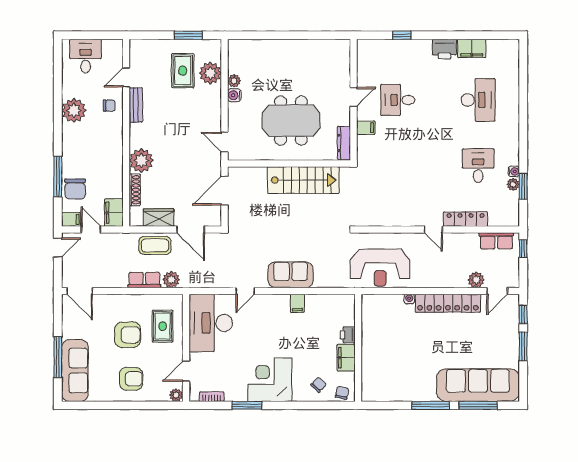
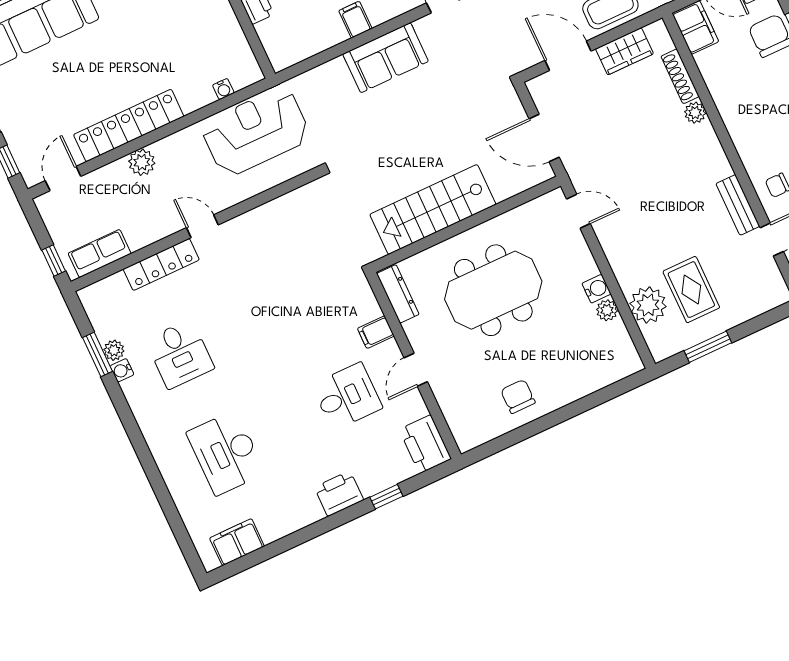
filing cabinet: (472, 48) -> (237, 542), moved
printer: (444, 49) -> (339, 494), moved
printer: (367, 54) -> (425, 444), added
chair: (305, 56) -> (518, 396), added
plant: (141, 161) -> (695, 113), width x0.53, depth x0.53
door: (224, 191) -> (544, 138), swing flipped
plant: (476, 280) -> (142, 162), moved
water cooler: (409, 299) -> (223, 89), moved

